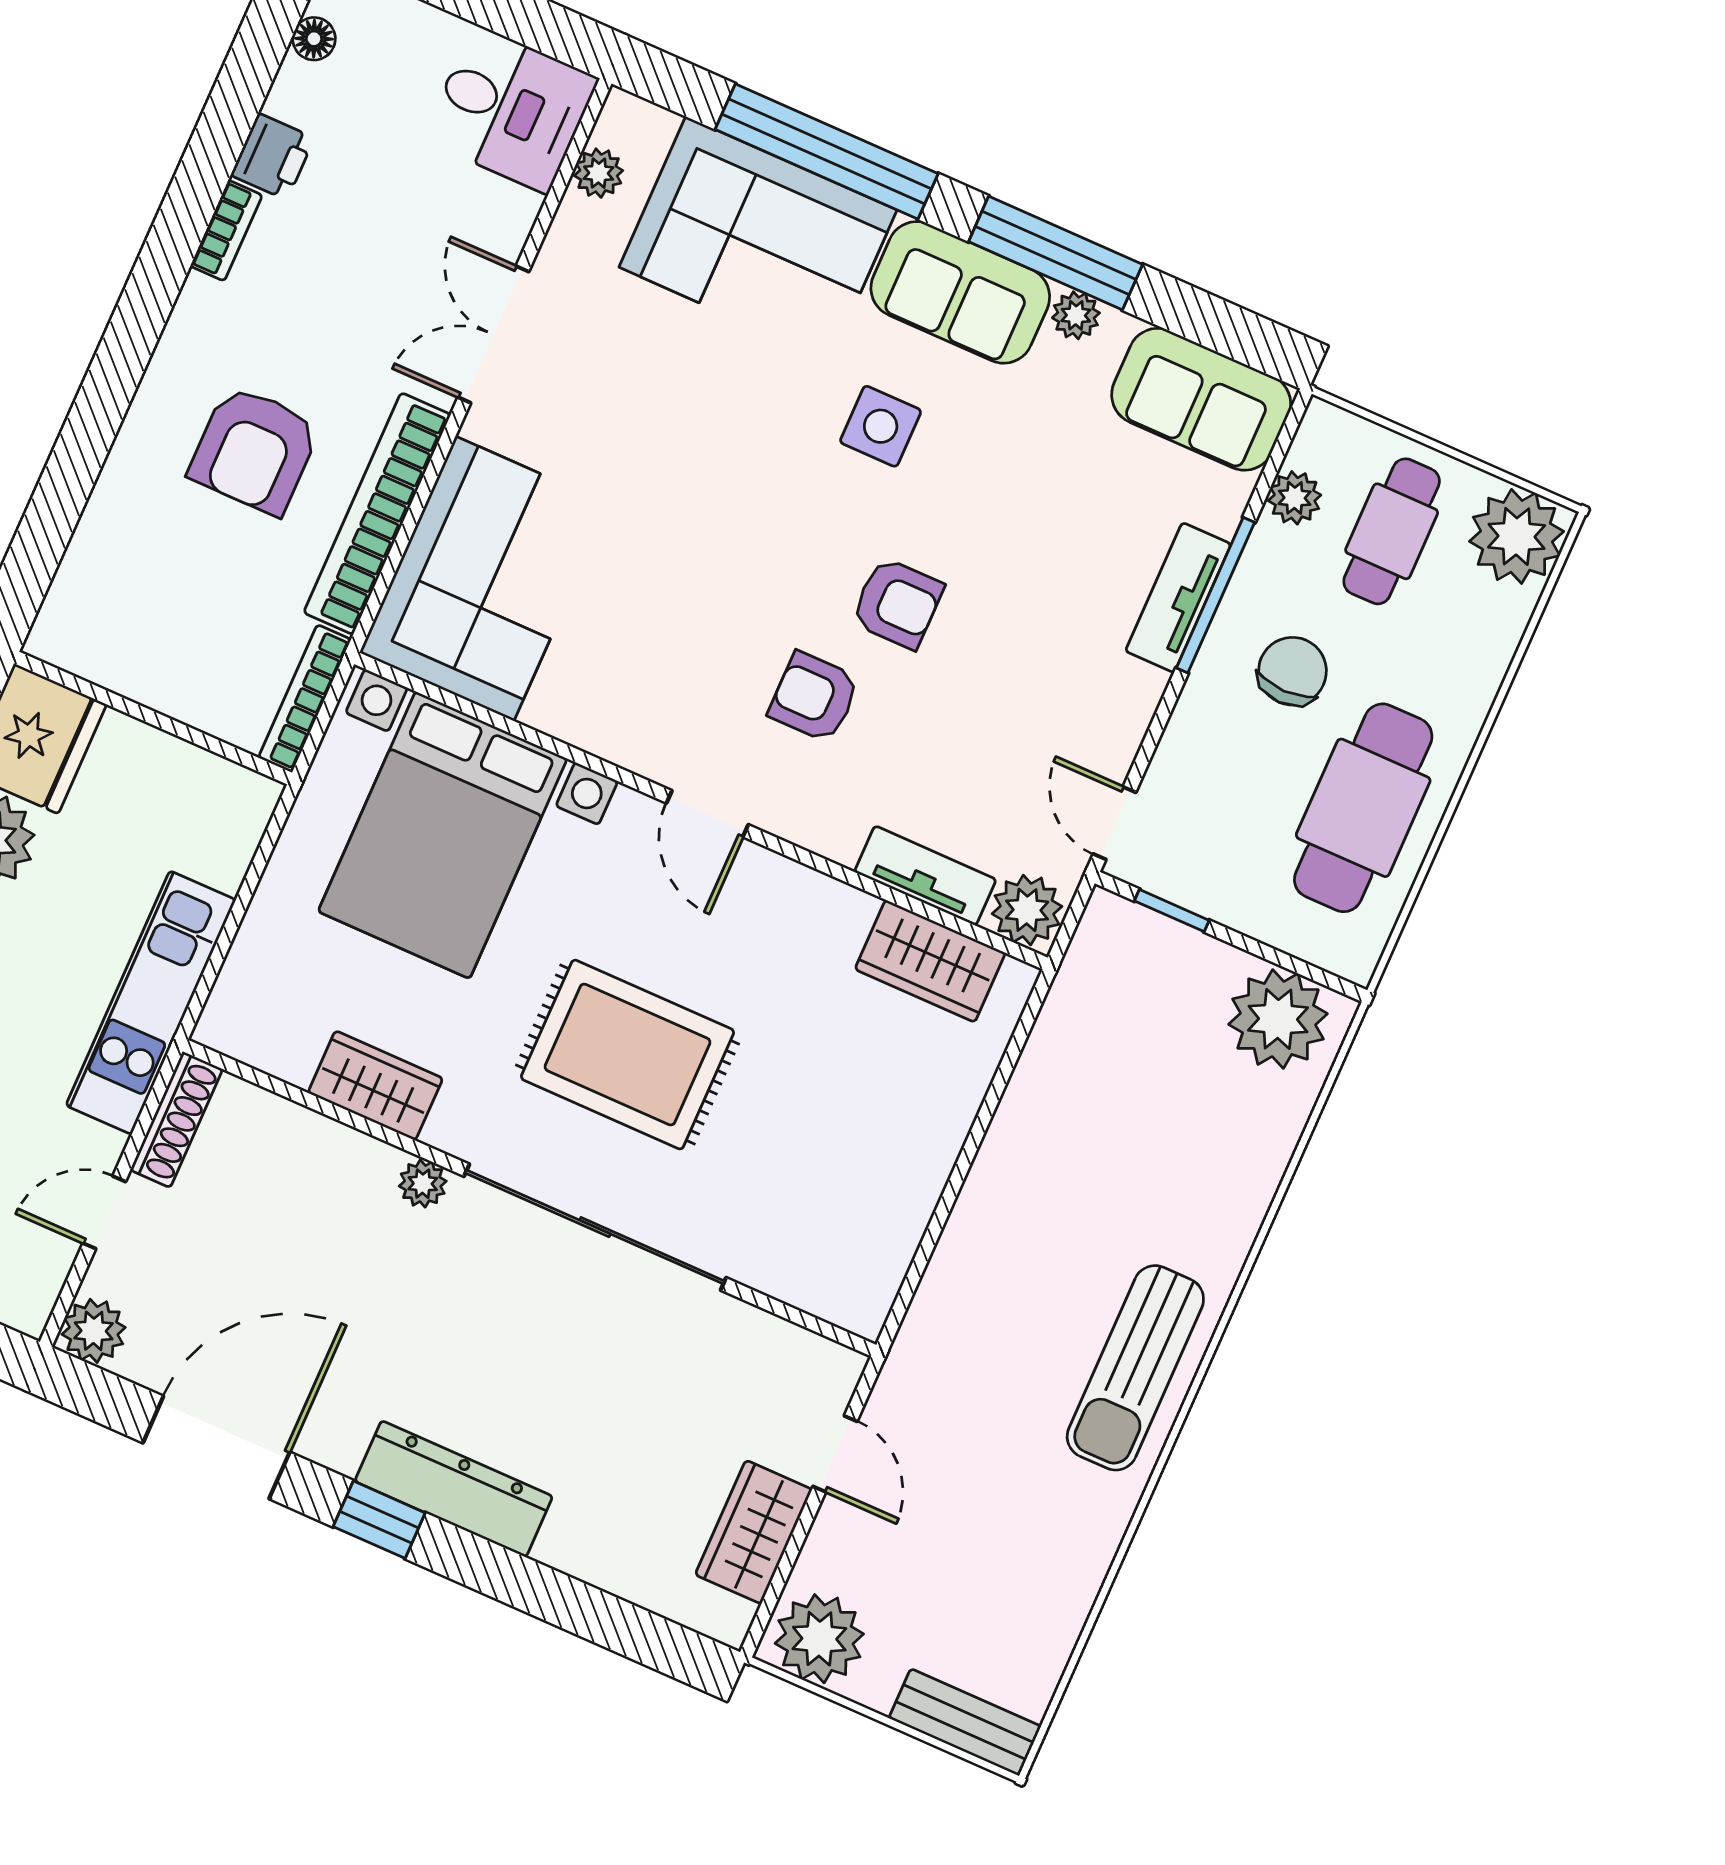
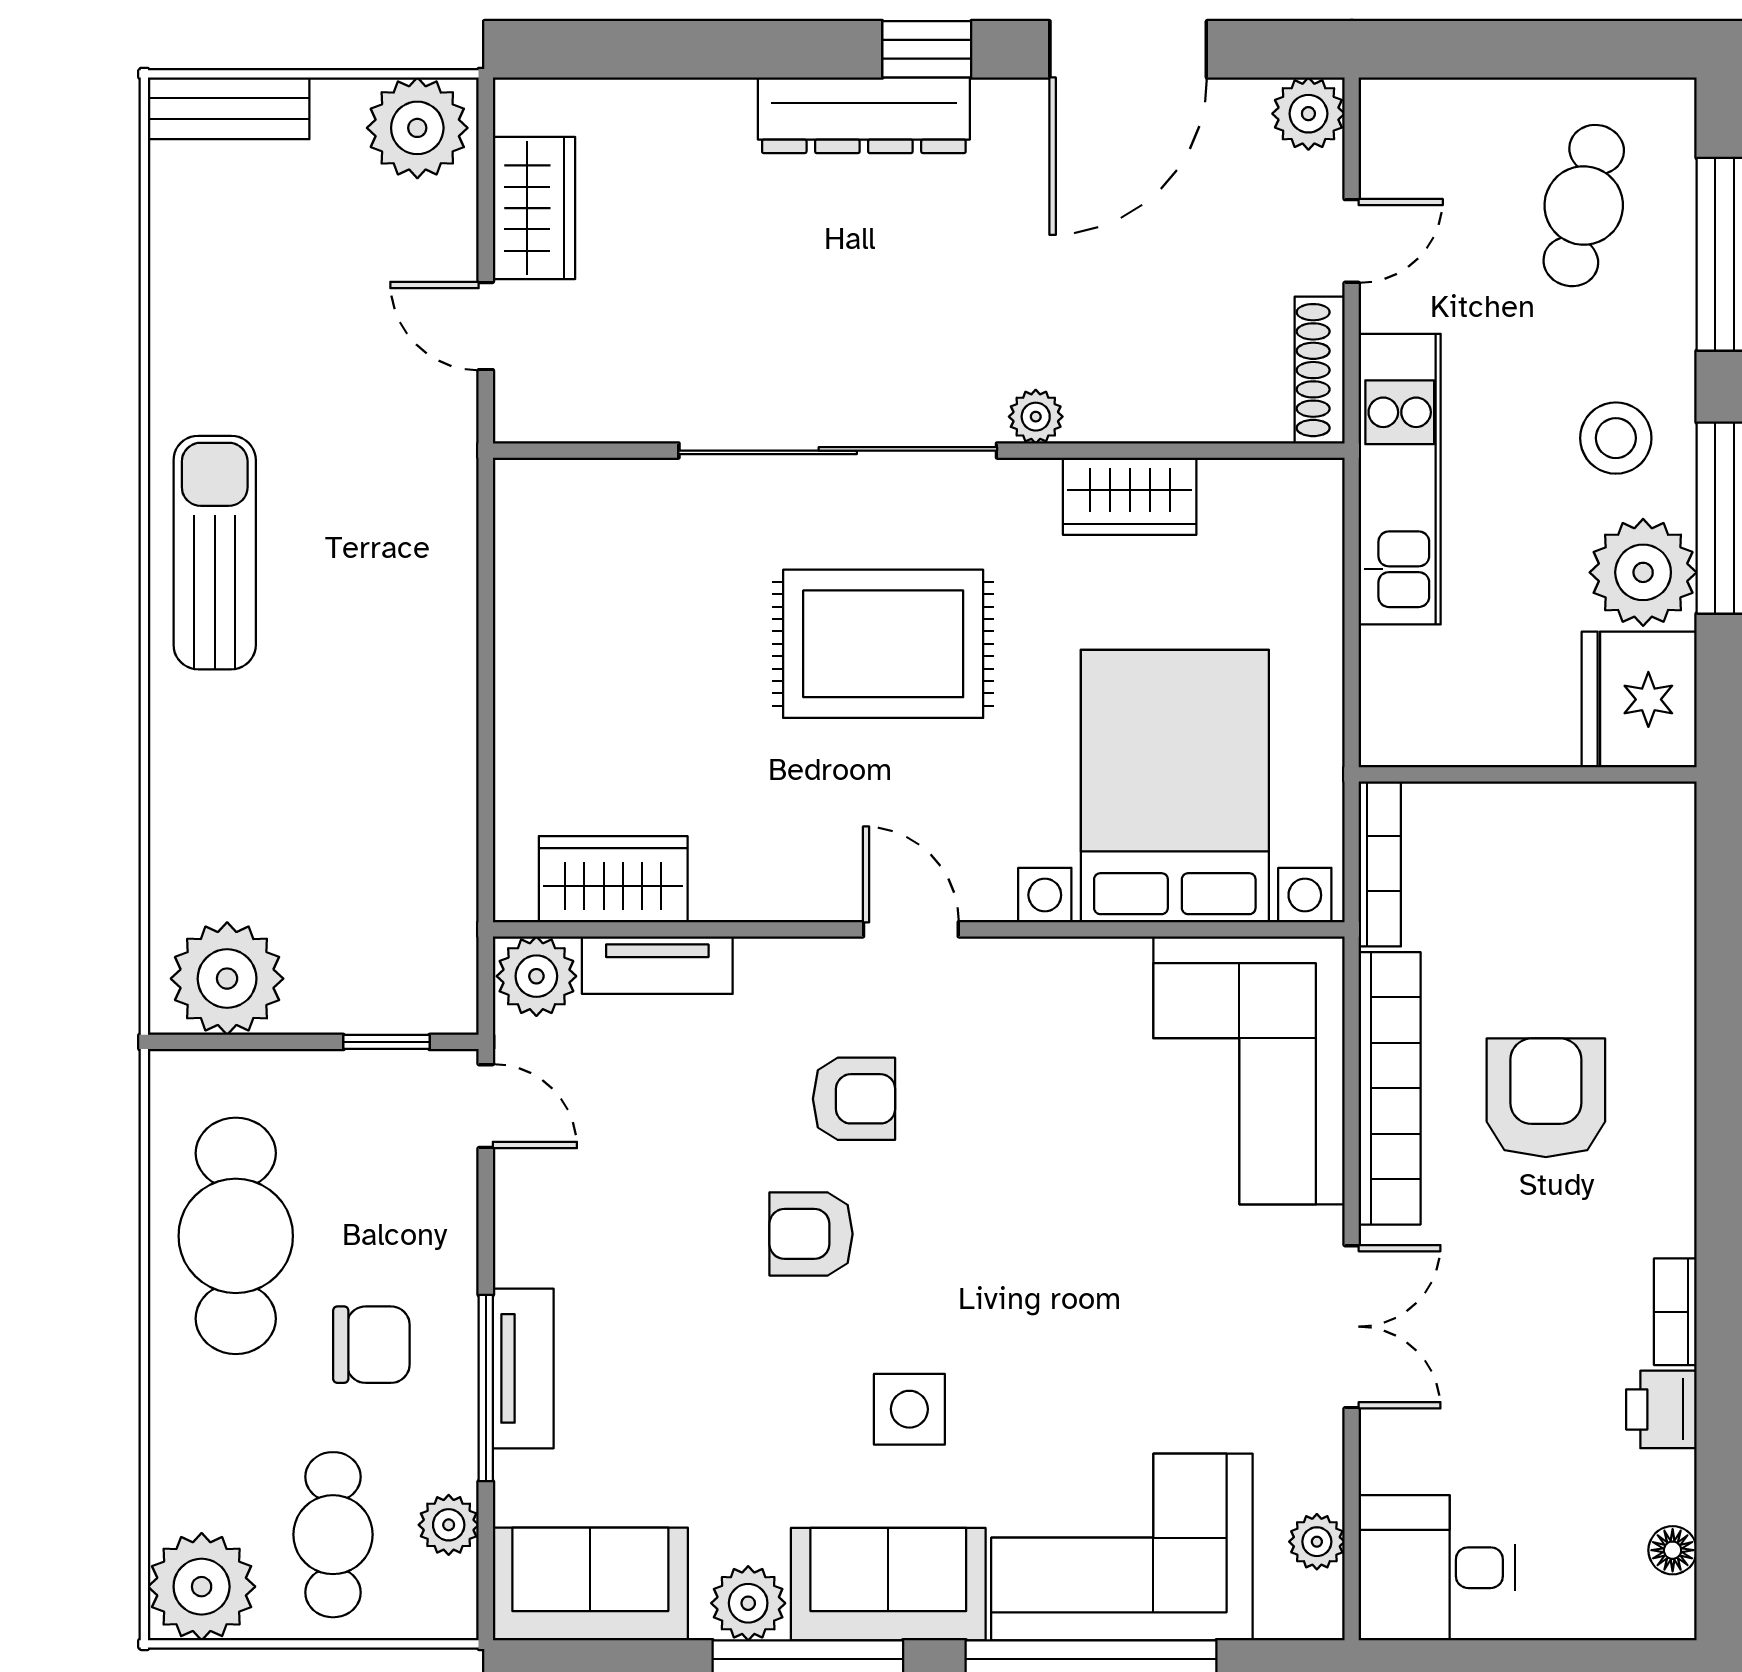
plant: (1076, 315) -> (748, 1603), width x1.38, depth x1.38
chair: (1292, 671) -> (371, 1345), turned -90

